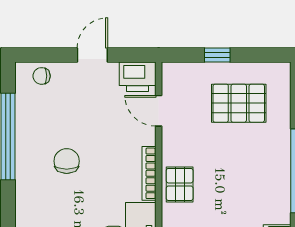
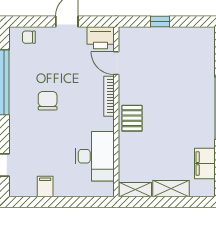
pallet: (239, 103) -> (176, 58), removed
bookcase: (149, 173) -> (109, 96), moved

